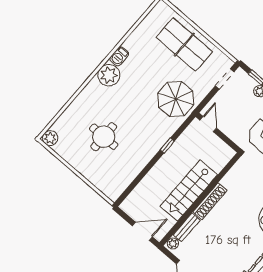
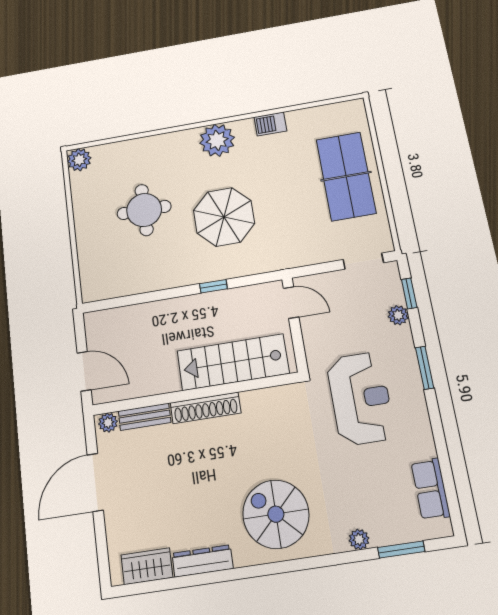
barbecue: (119, 56) -> (270, 124), moved
parasol: (176, 99) -> (224, 217), moved
door: (208, 124) -> (291, 303), hinge flipped
stairs: (189, 190) -> (233, 362), moved

